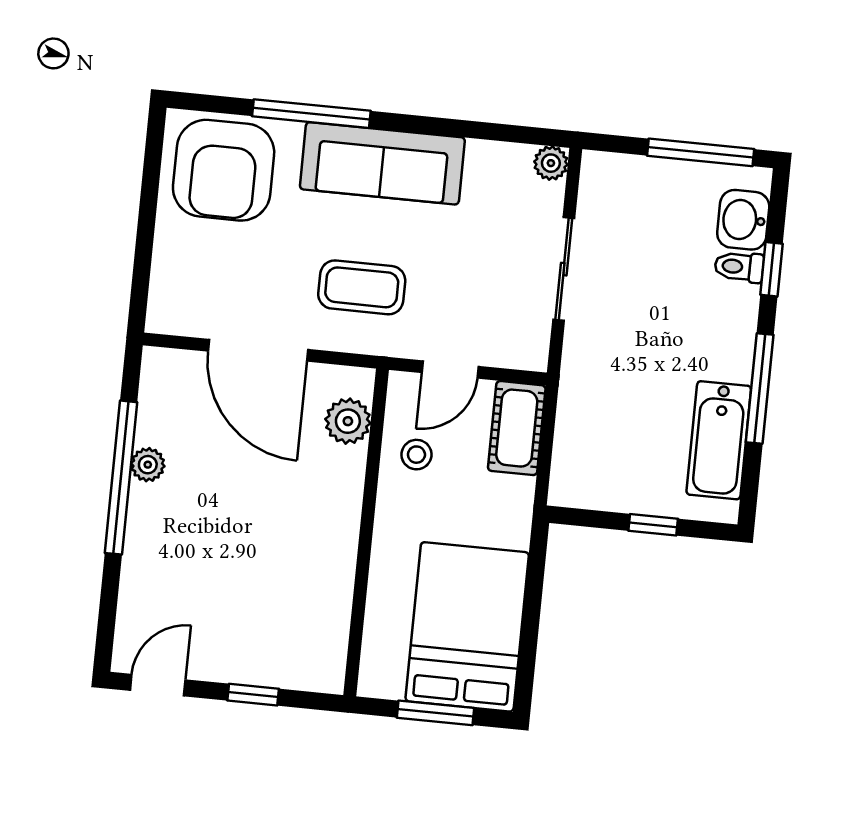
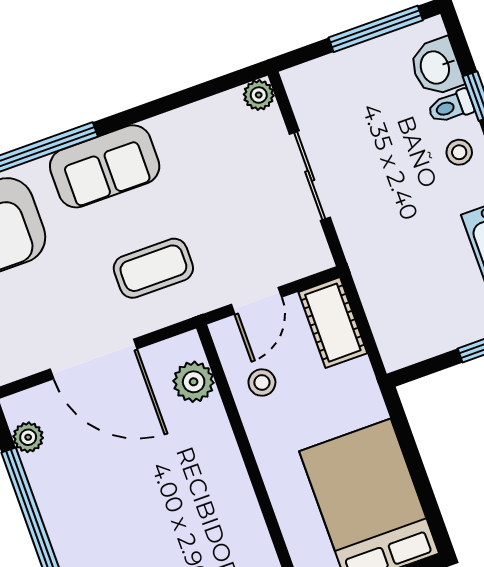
sofa: (382, 163) -> (105, 166), width x0.73
stool: (726, 317) -> (459, 152), added
plant: (148, 465) -> (28, 437), moved

